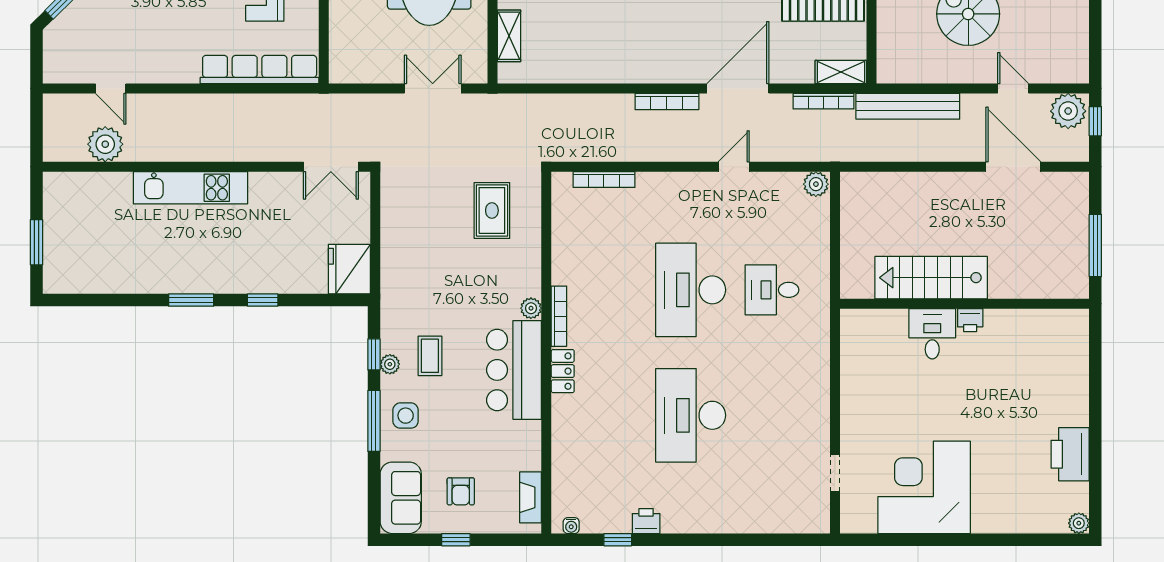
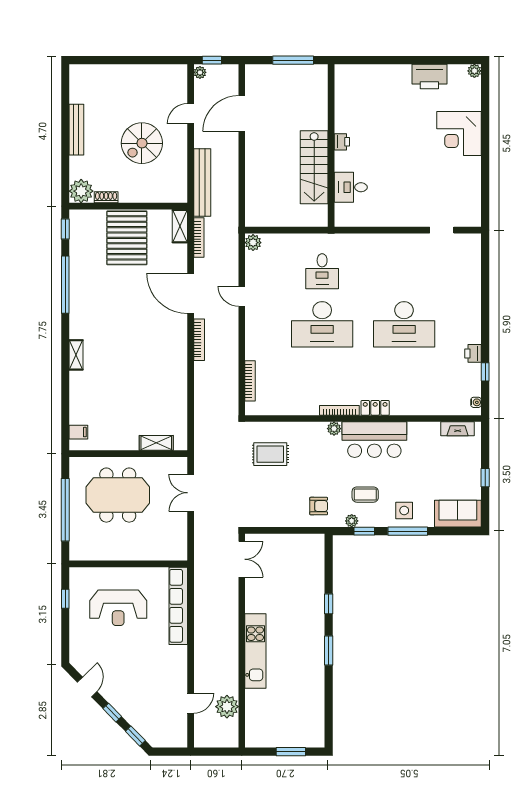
plant: (1068, 111) -> (200, 72), width x0.53, depth x0.53
fridge: (349, 269) -> (309, 547), removed
desk: (932, 334) -> (351, 187), moved
plant: (390, 364) -> (352, 521), moved
corner desk: (924, 487) -> (459, 133), moved, width x0.74, depth x0.74
armchair: (461, 491) -> (319, 506), moved

